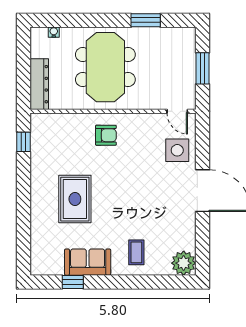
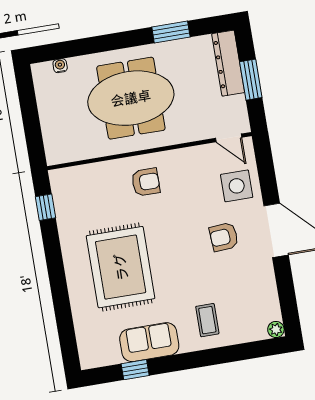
meeting table: (105, 67) -> (131, 98), turned 90
dresser: (39, 84) -> (228, 63), moved, turned 180
armchair: (160, 189) -> (224, 237), added
rug: (75, 199) -> (121, 267), width x1.37, depth x1.44
plant: (184, 263) -> (276, 329), width x0.53, depth x0.53

